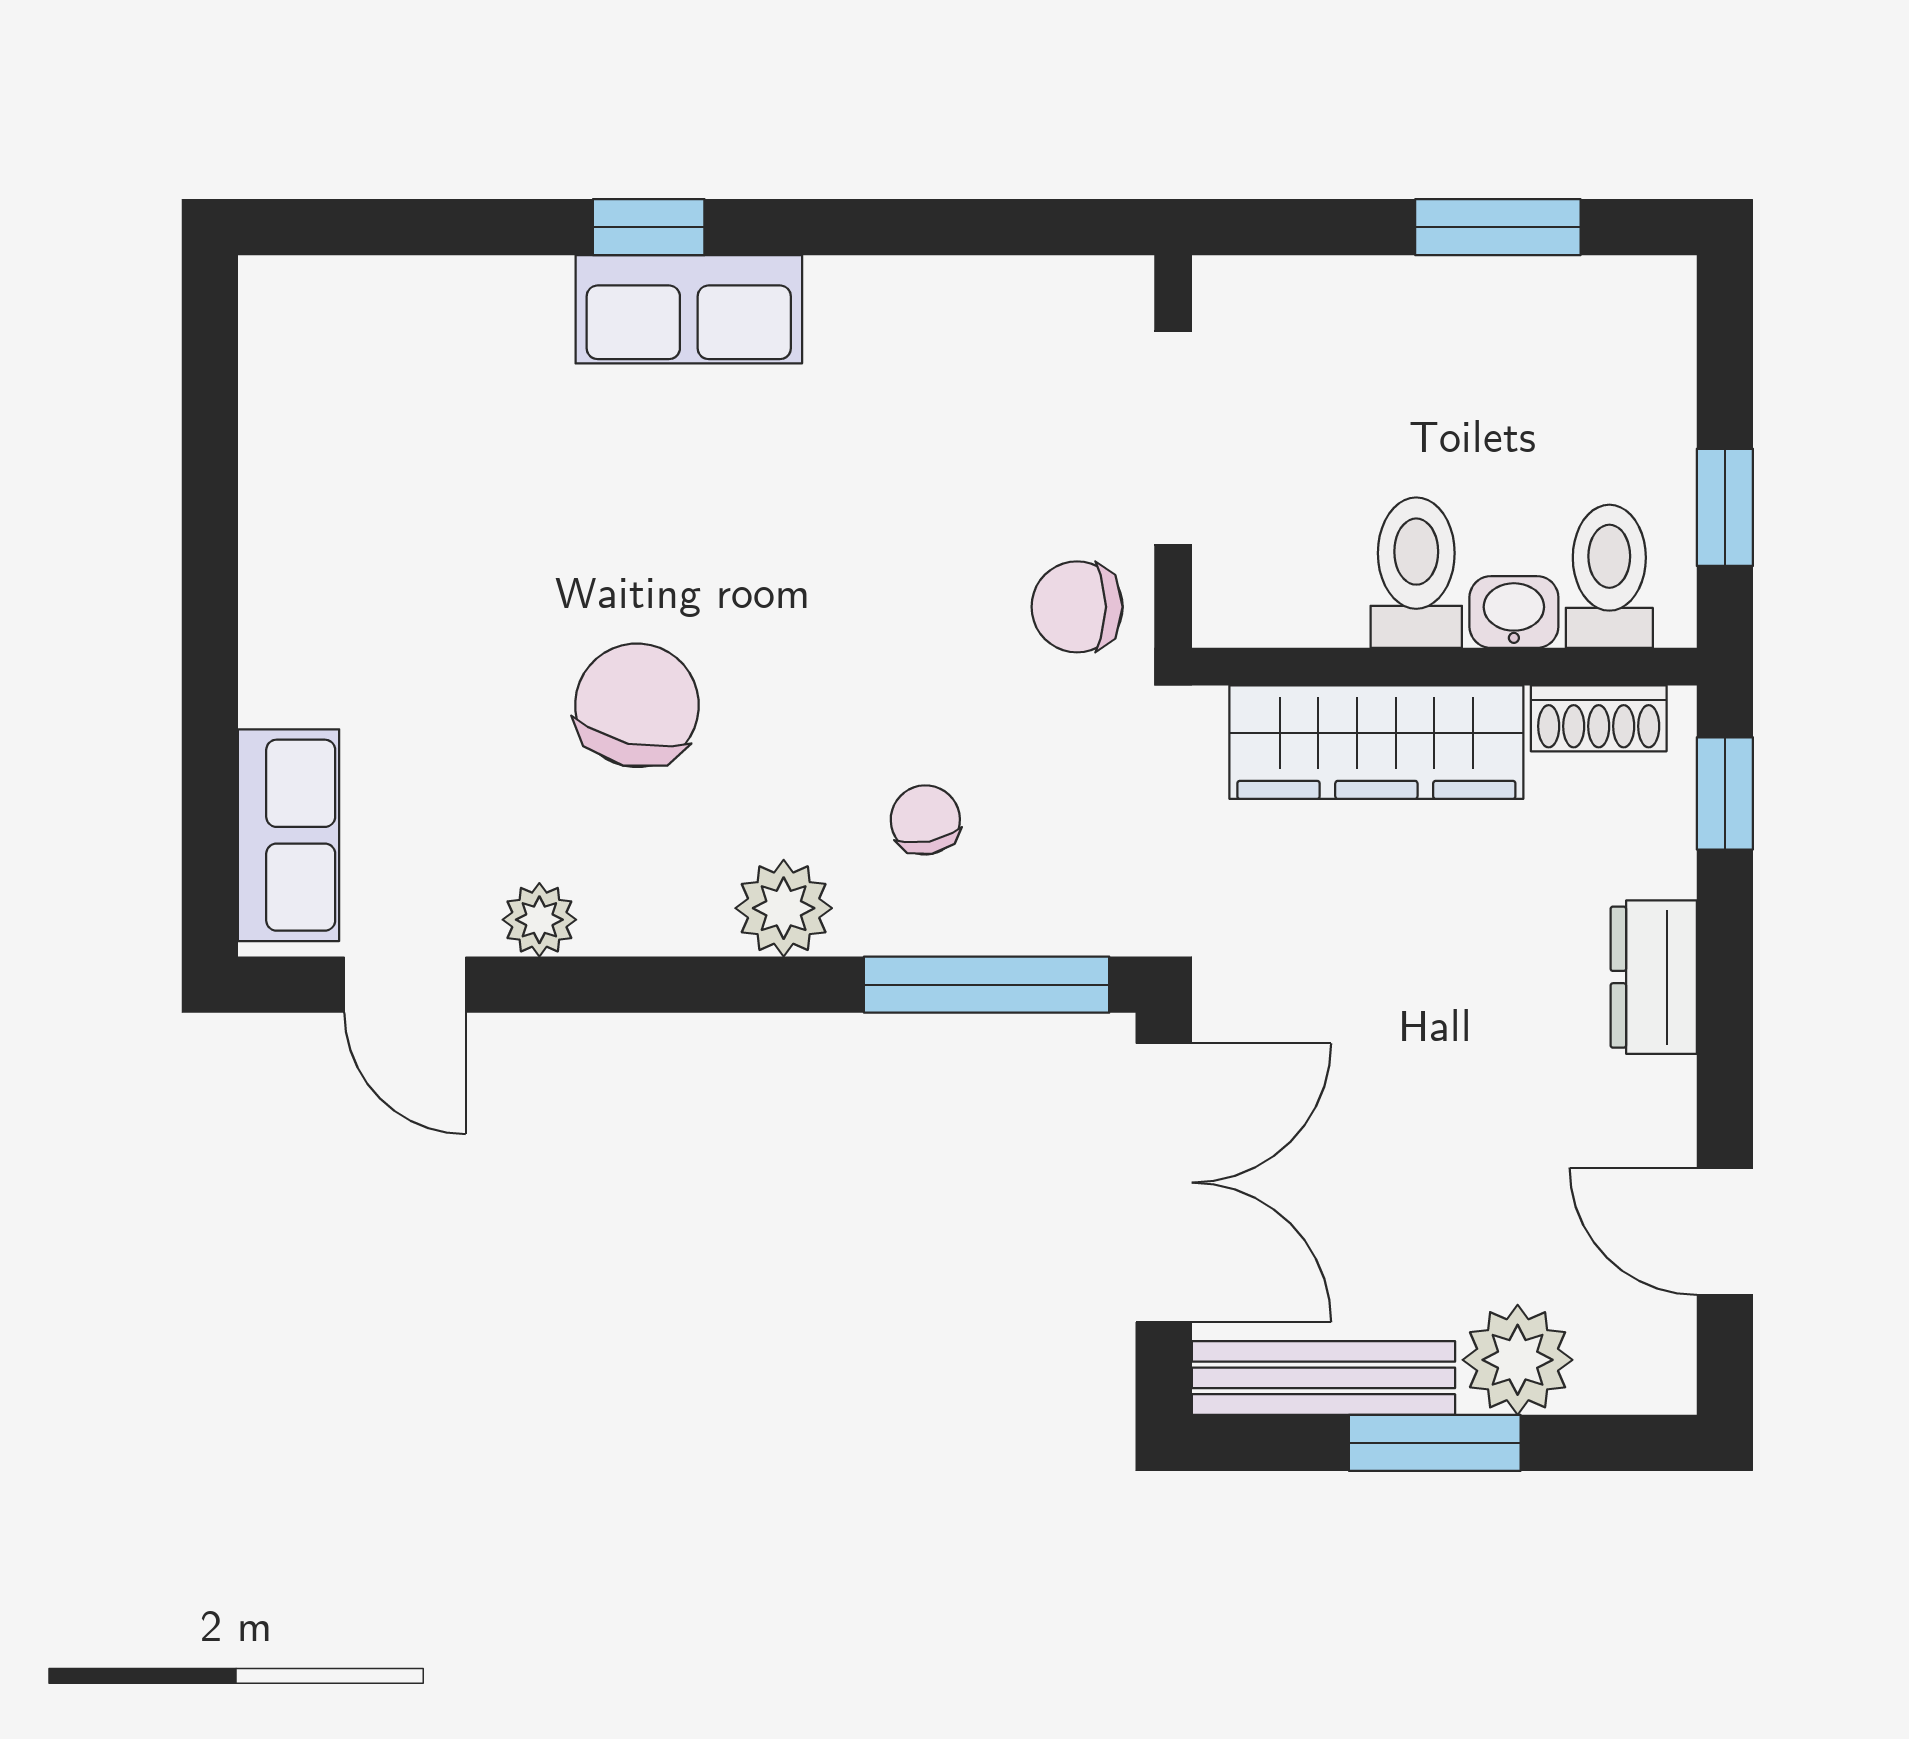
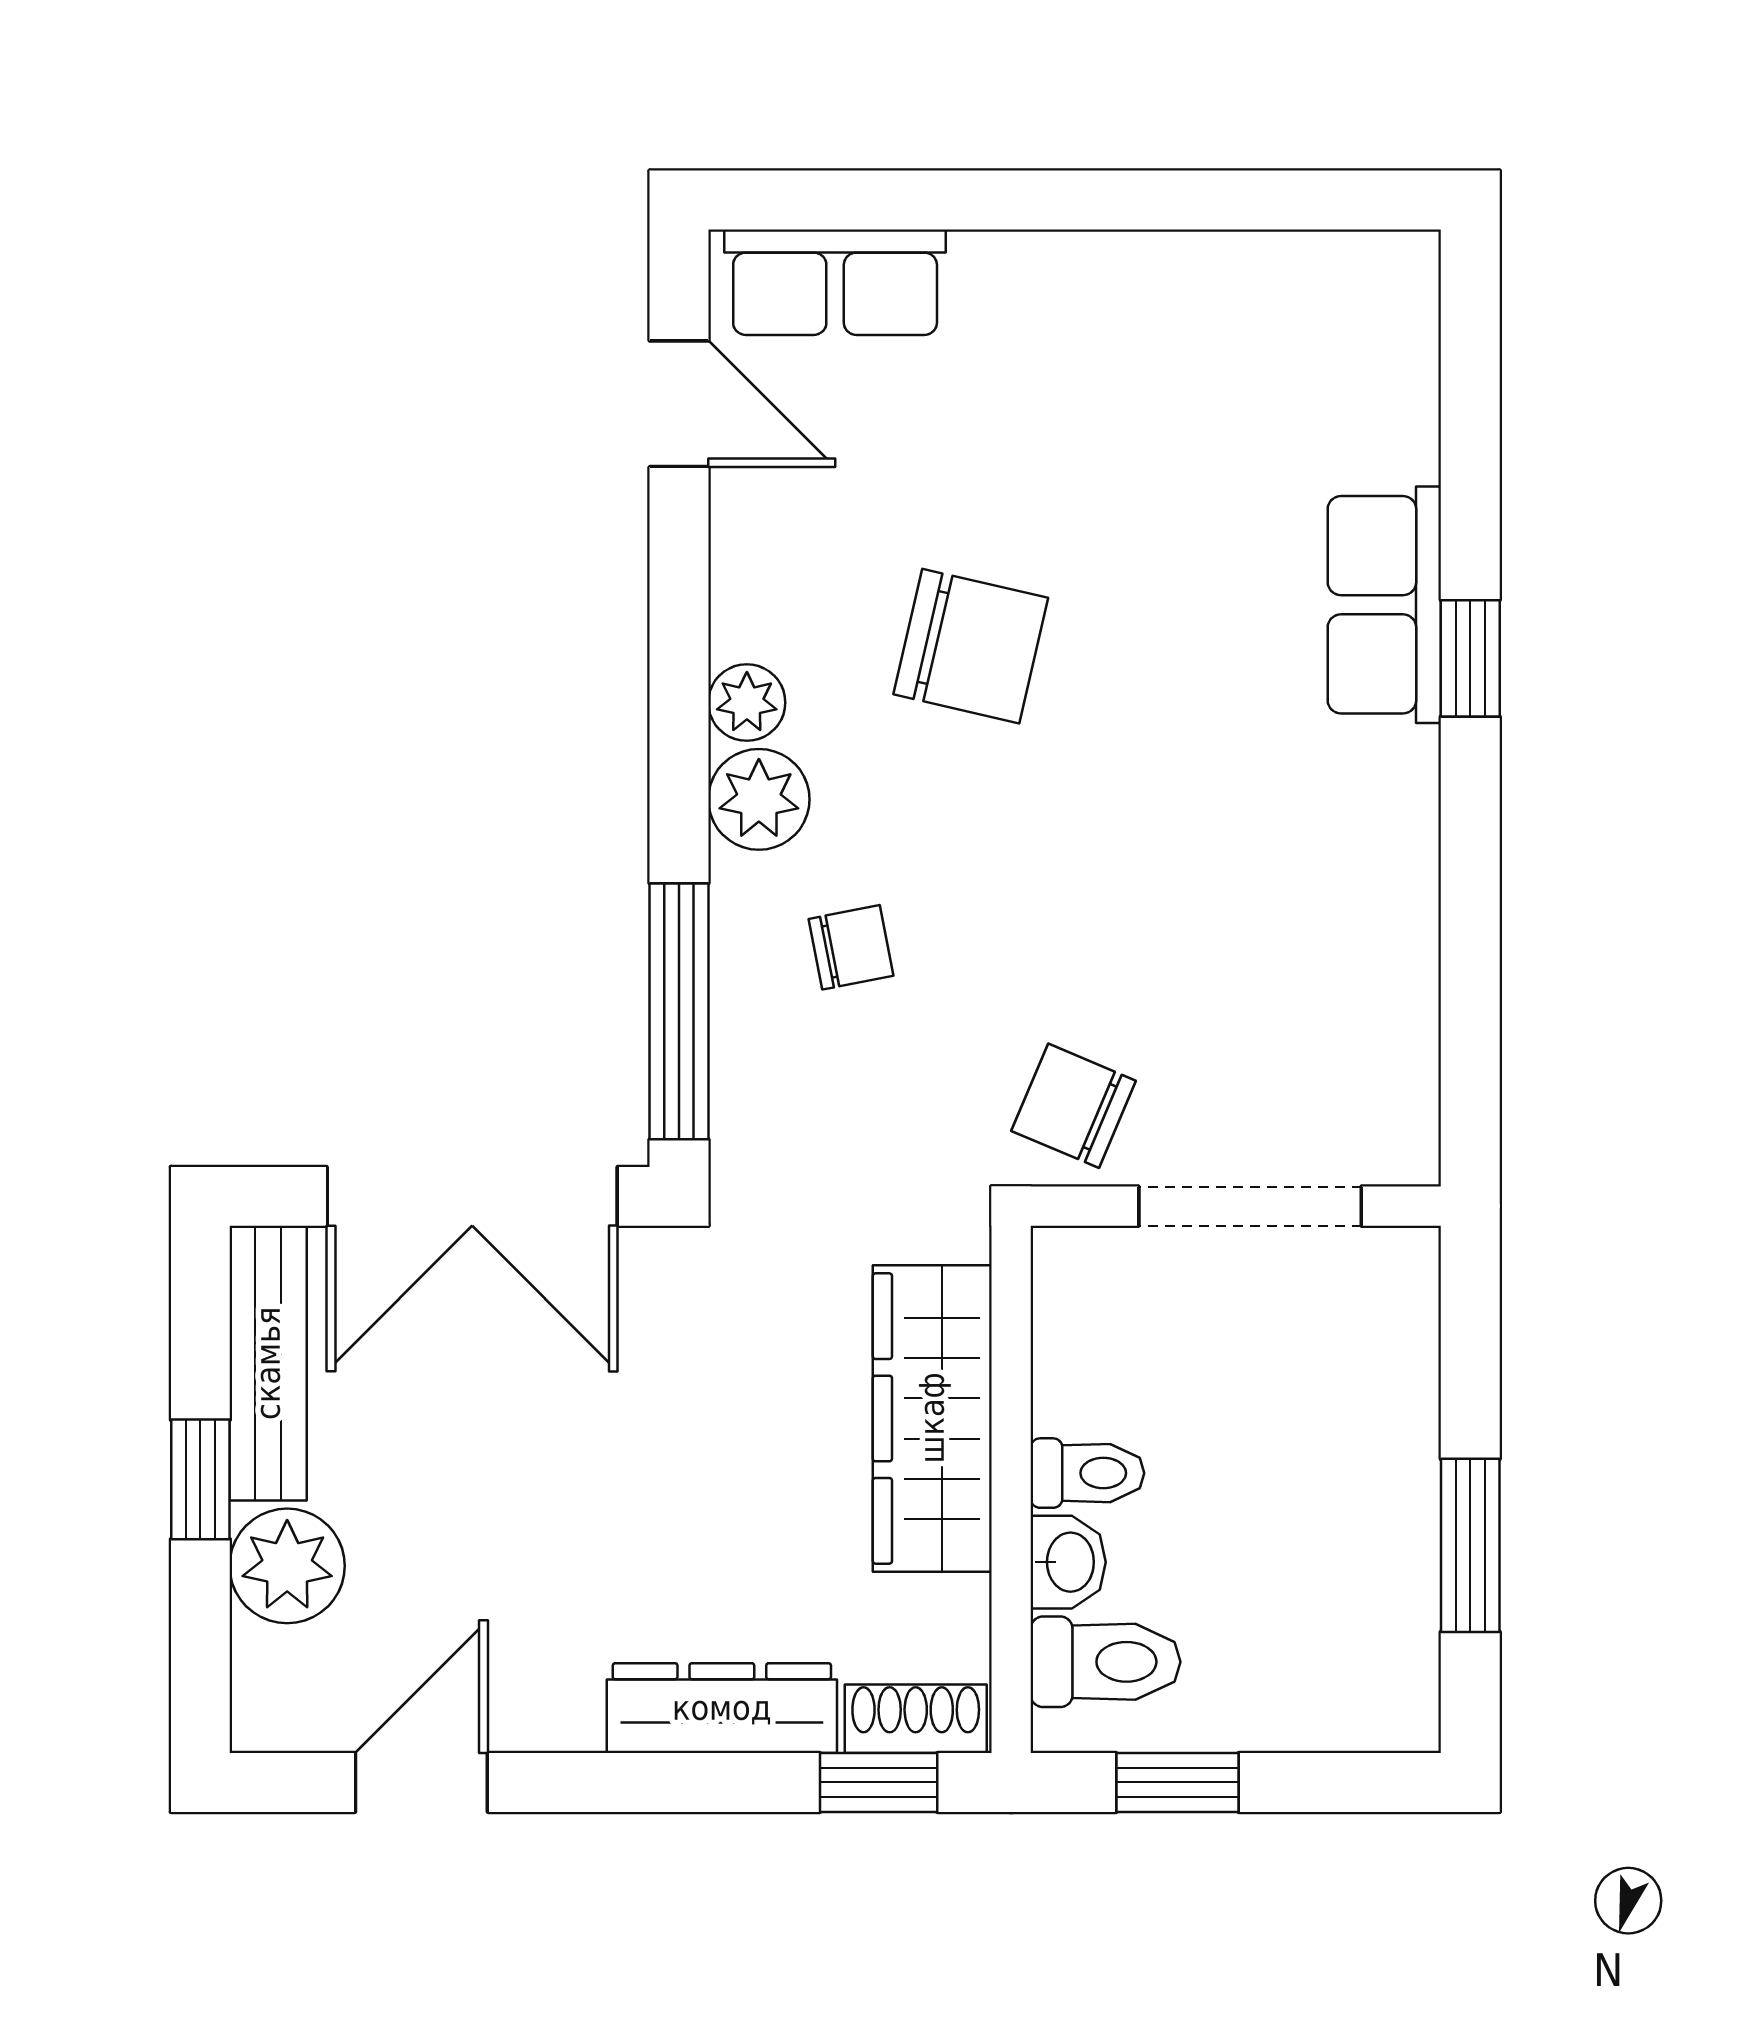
row of seats: (689, 309) -> (1384, 605), moved
toilet: (1416, 573) -> (1087, 1473), width x0.73, depth x0.72
chair: (1077, 607) -> (1074, 1106), turned -67
shoe rack: (1599, 718) -> (916, 1719), moved, turned 90
plant: (539, 920) -> (747, 703), moved
dresser: (1654, 977) -> (722, 1708), width x1.44
door: (405, 985) -> (679, 404), swing flipped
window: (1435, 1443) -> (200, 1479), width x0.67

